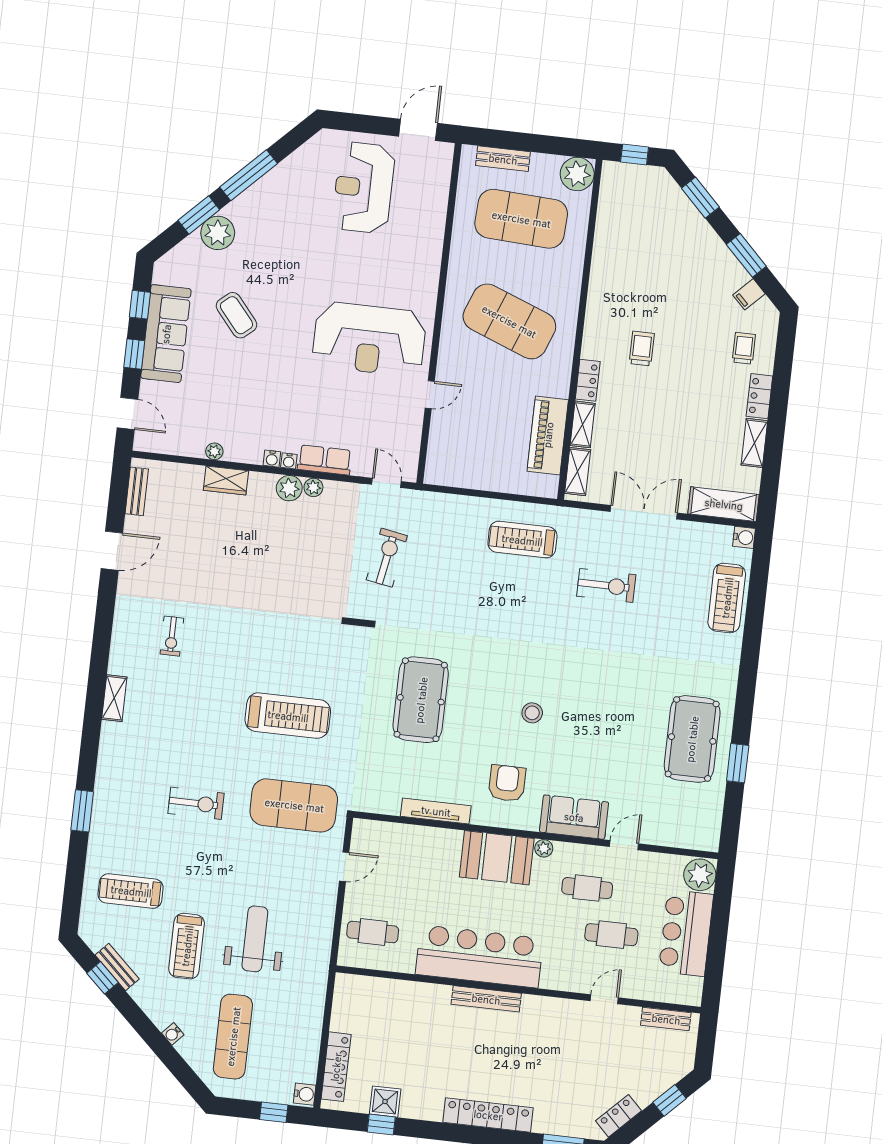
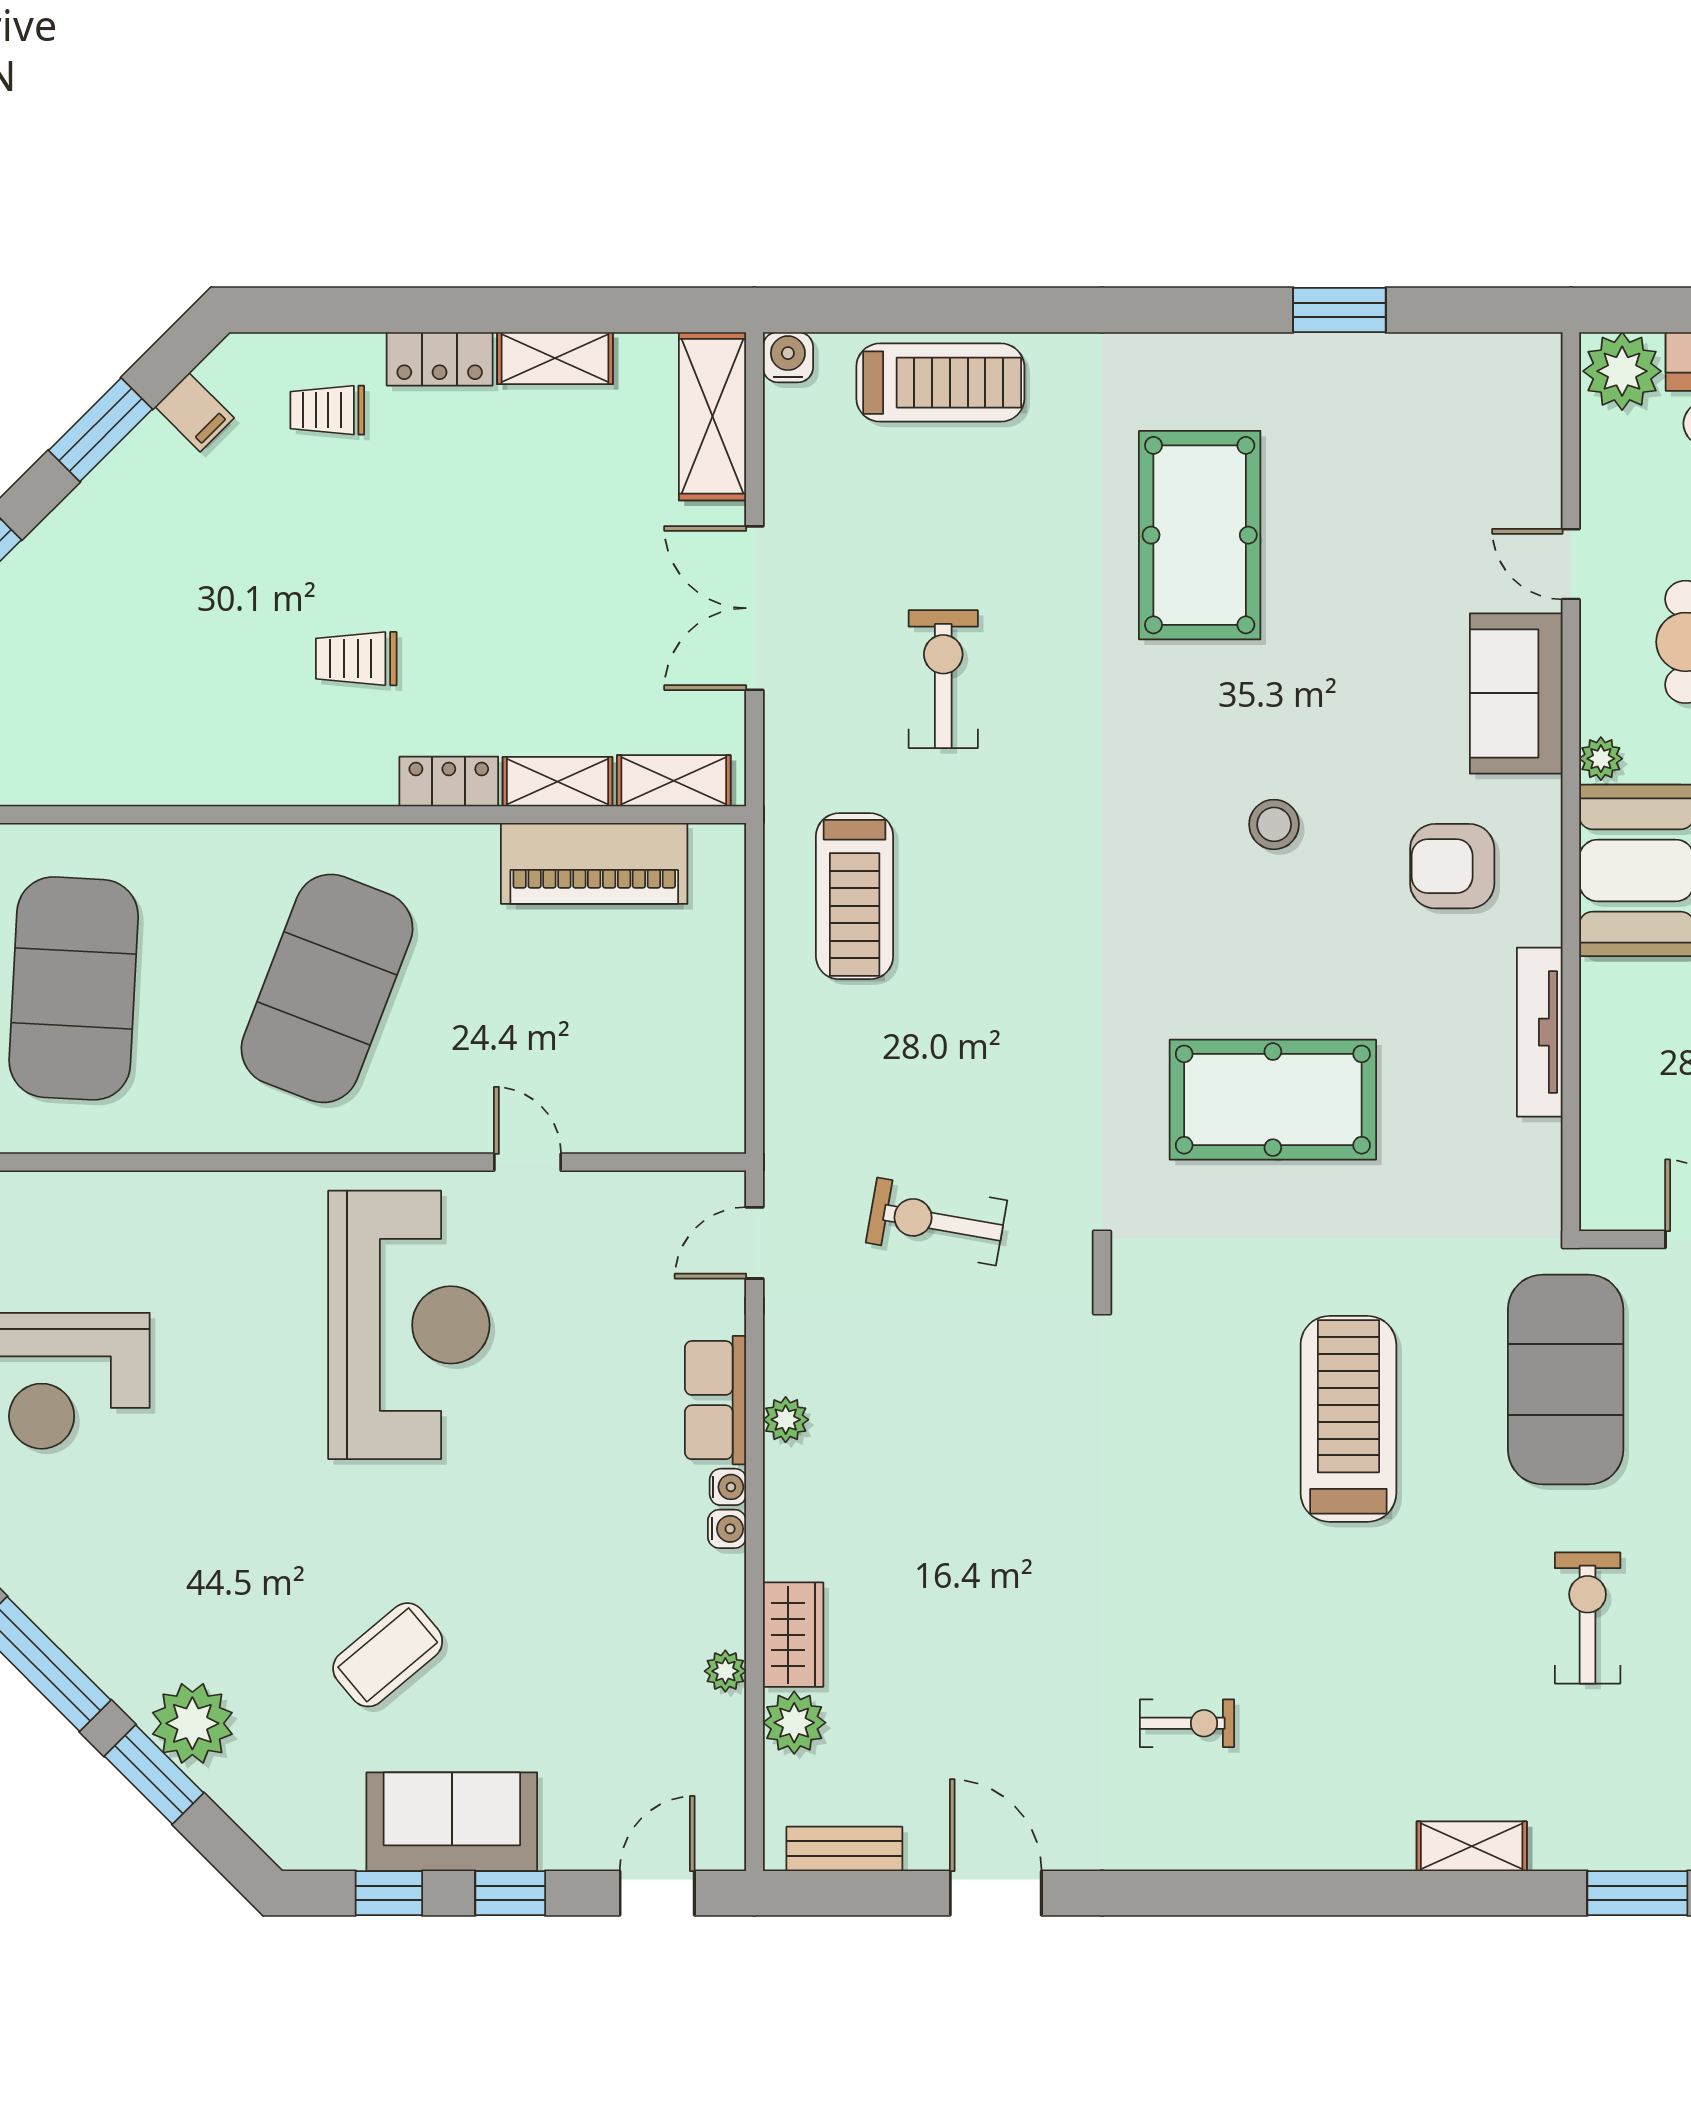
sofa: (166, 334) -> (452, 1822), width x0.73
plant: (289, 488) -> (794, 1723), moved
shelving: (114, 698) -> (1472, 1846), moved
pool table: (692, 739) -> (1200, 535), moved, turned 90

